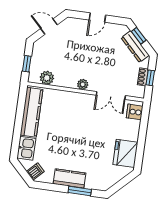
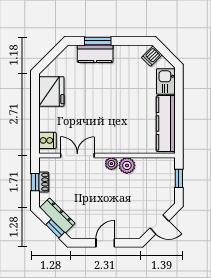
plant: (47, 78) -> (127, 165), moved
kitchen counter: (70, 178) -> (95, 54), moved

